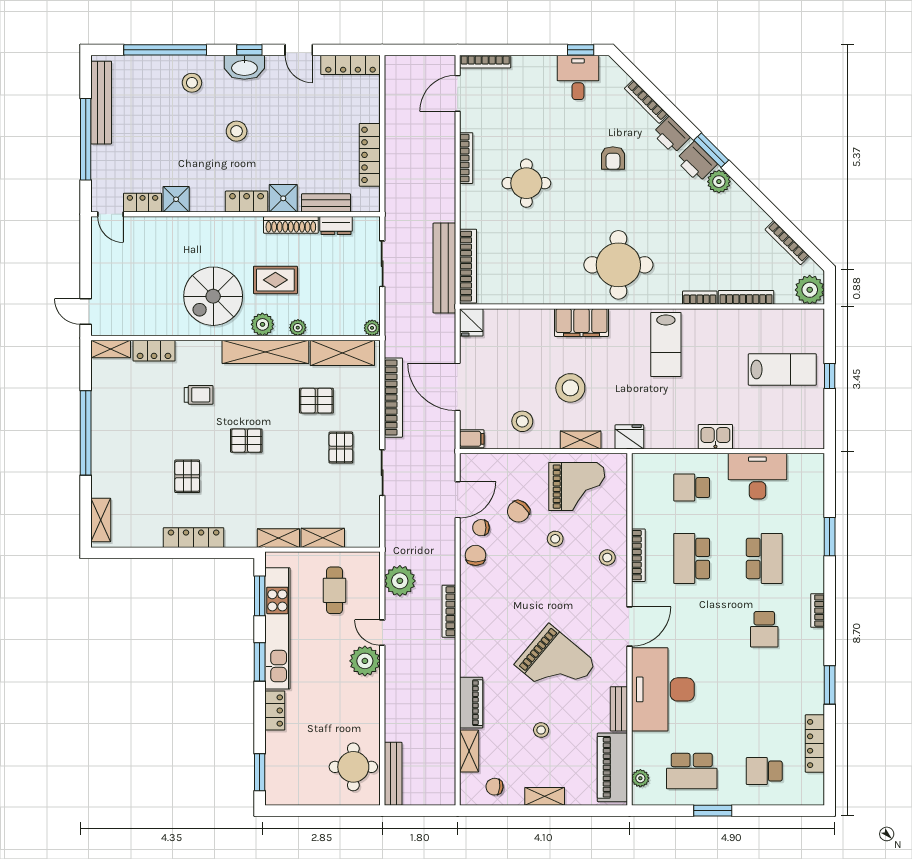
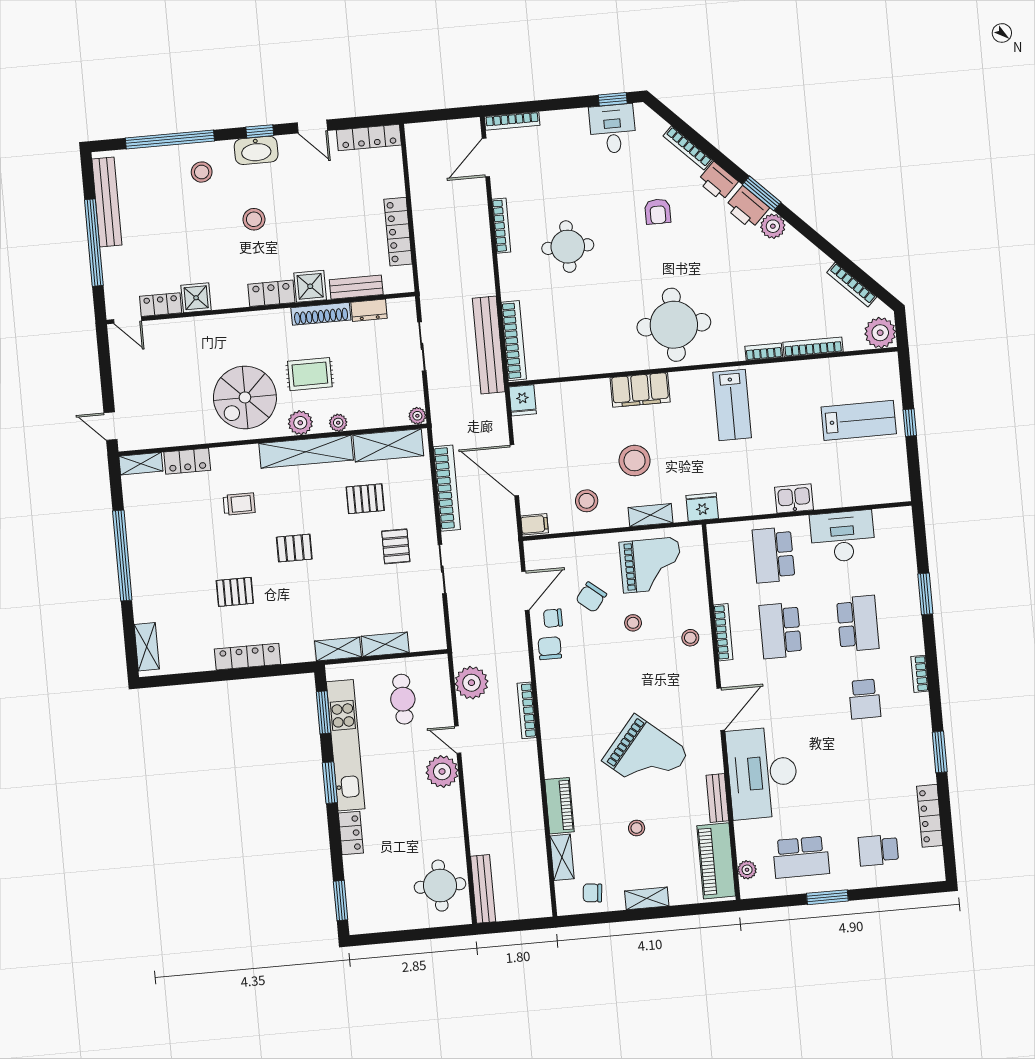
pallet: (187, 476) -> (235, 592), turned 90
school desk: (692, 488) -> (774, 555), width x1.85

